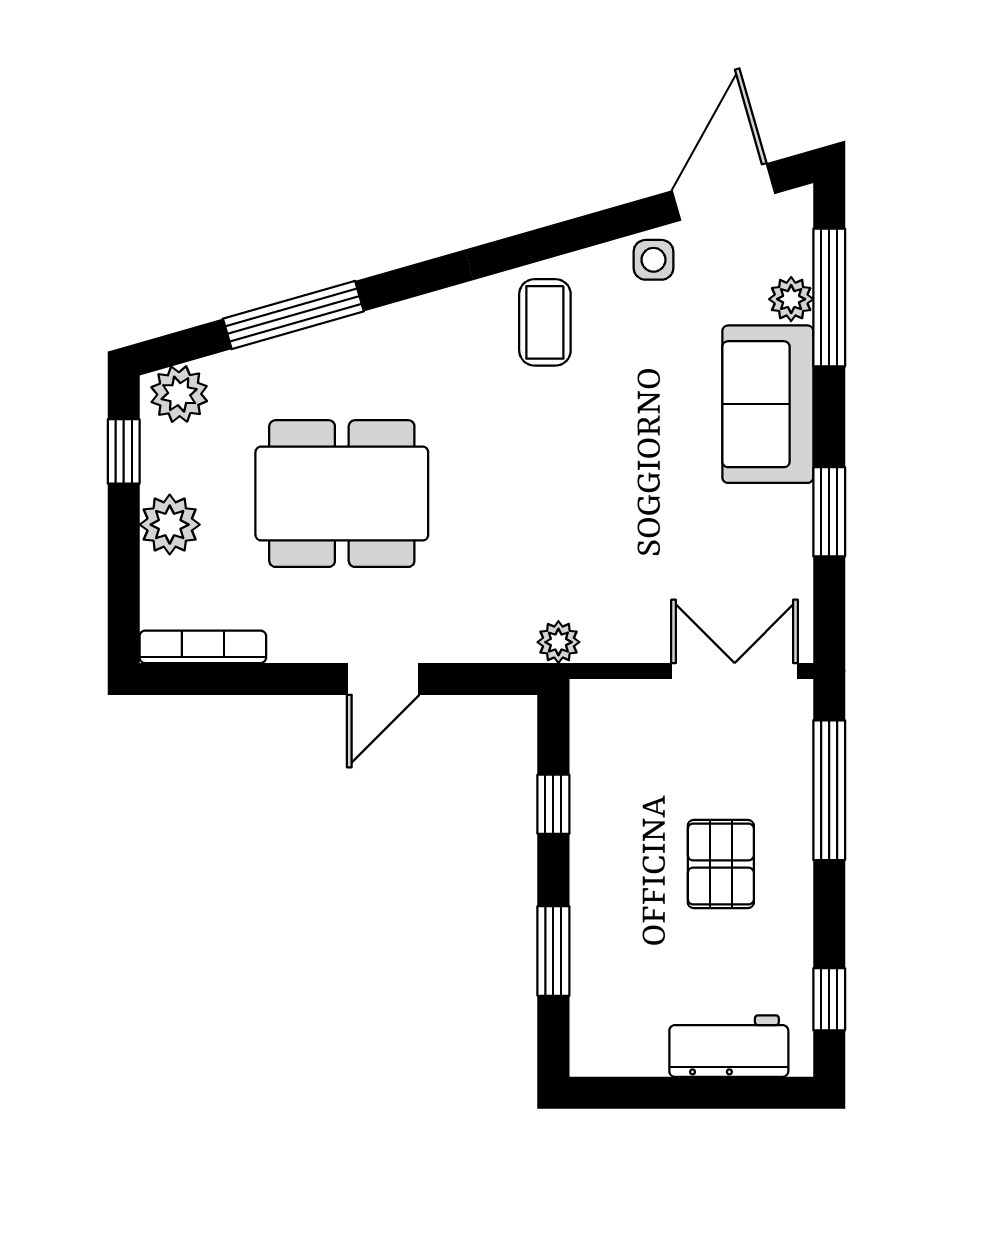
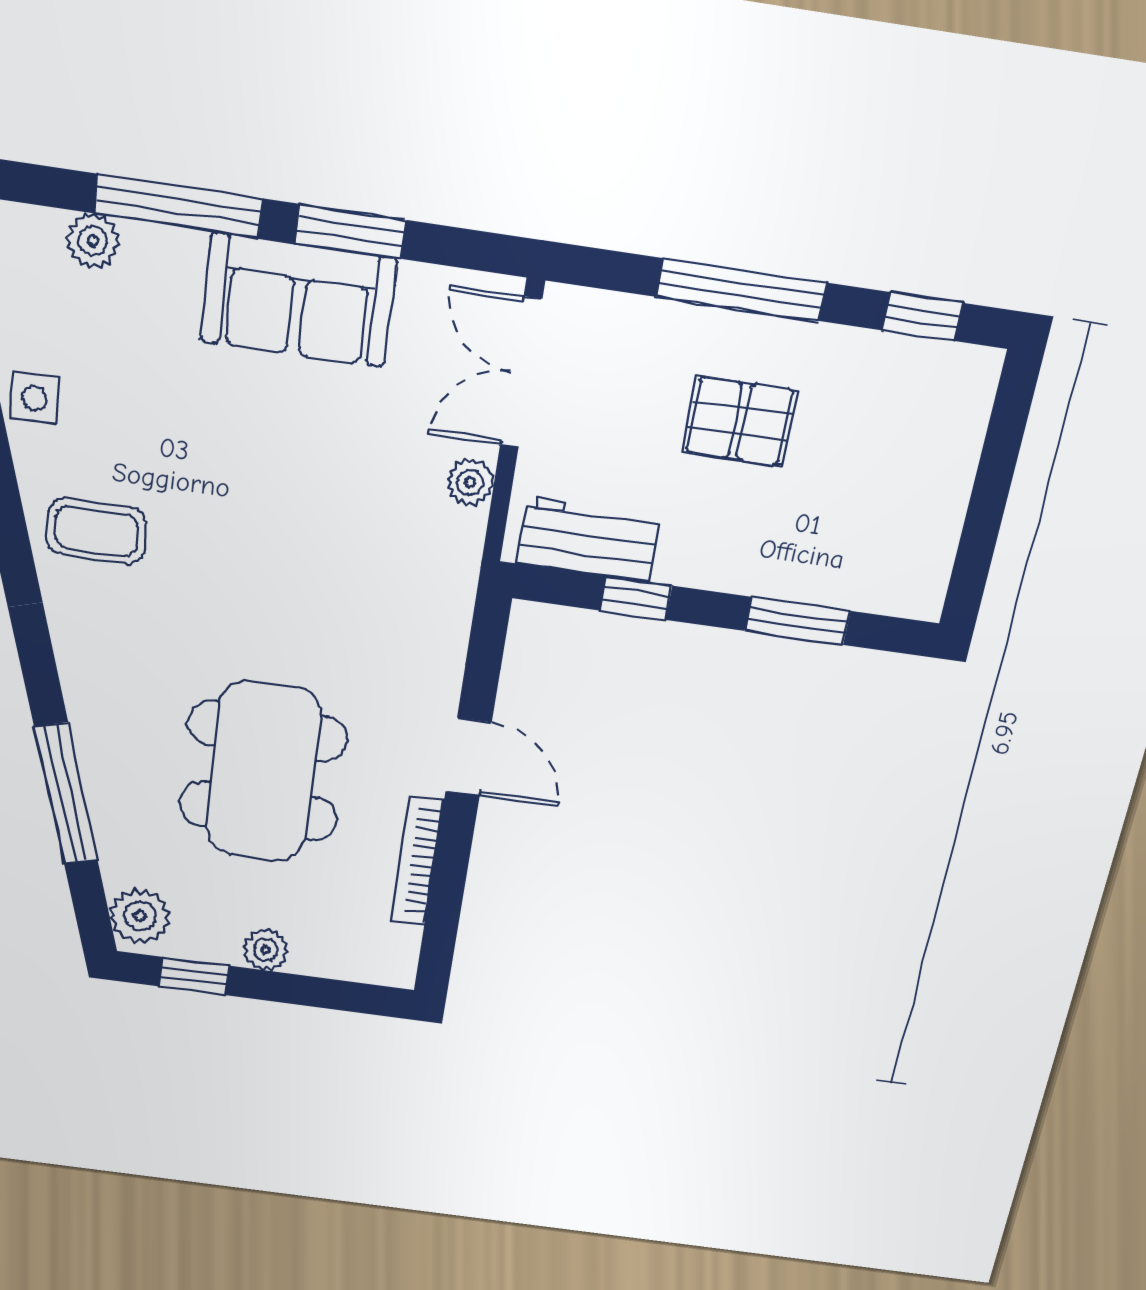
window: (829, 298) -> (178, 206), moved
sofa: (768, 404) -> (298, 300), moved
plant: (170, 525) -> (266, 950), width x0.73, depth x0.73
plant: (558, 642) -> (470, 482), moved
bookcase: (203, 647) -> (417, 861), moved
window: (829, 790) -> (741, 290), moved
workbench: (729, 1046) -> (589, 539), moved, turned 90

